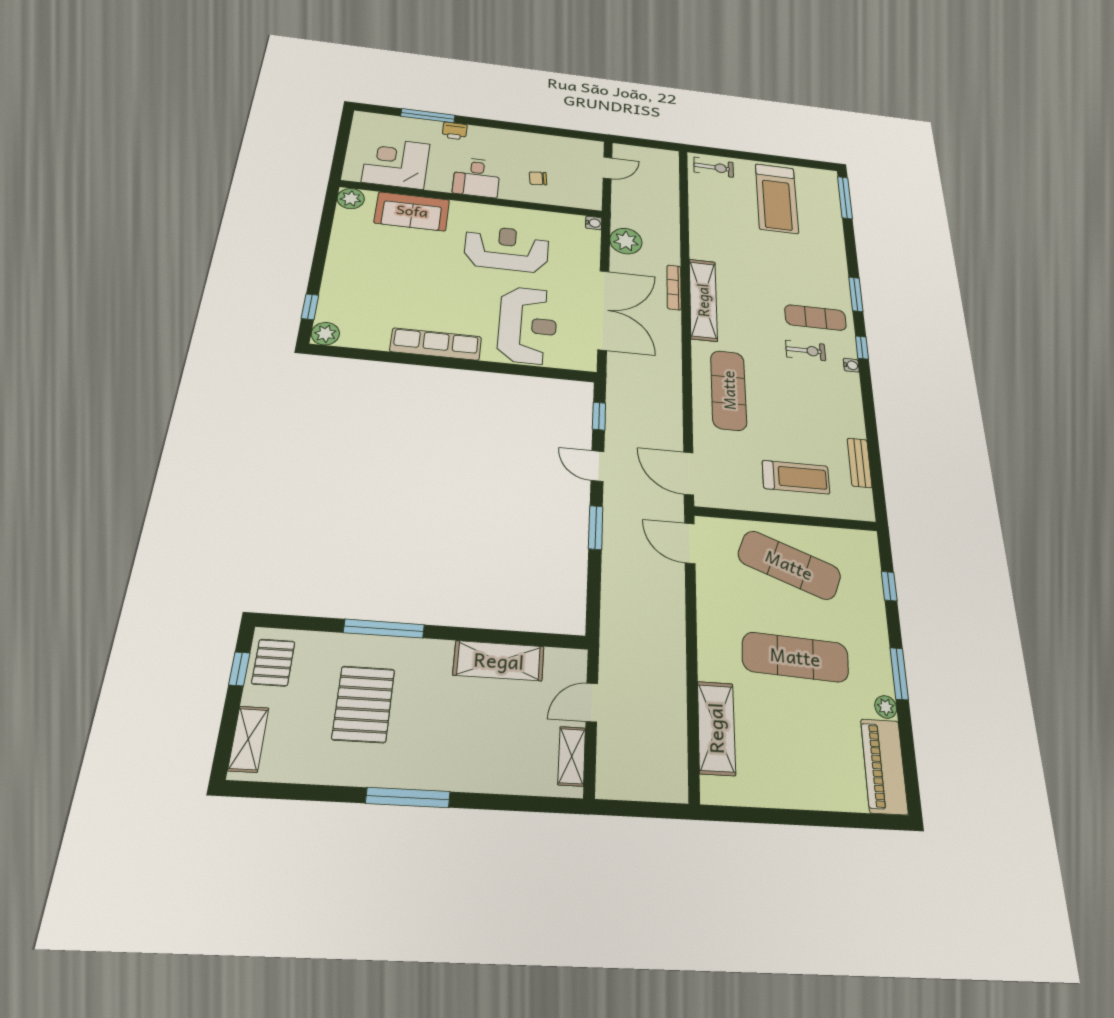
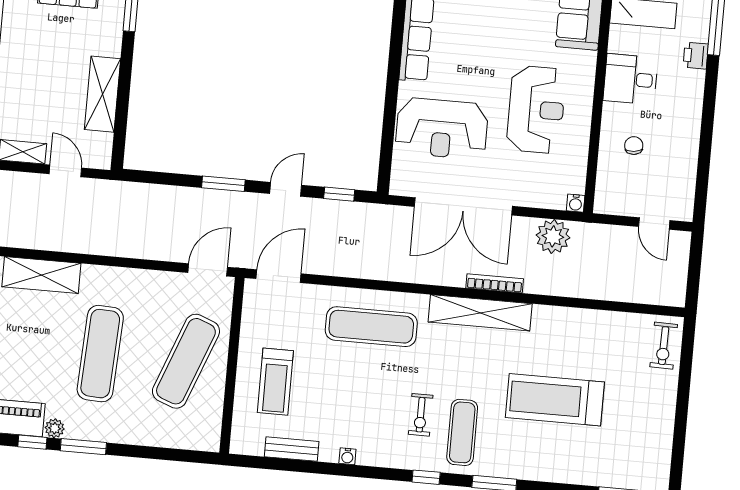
treadmill: (777, 198) -> (555, 400), moved
water cooler: (851, 365) -> (347, 456), moved
window: (889, 586) -> (32, 442), moved

